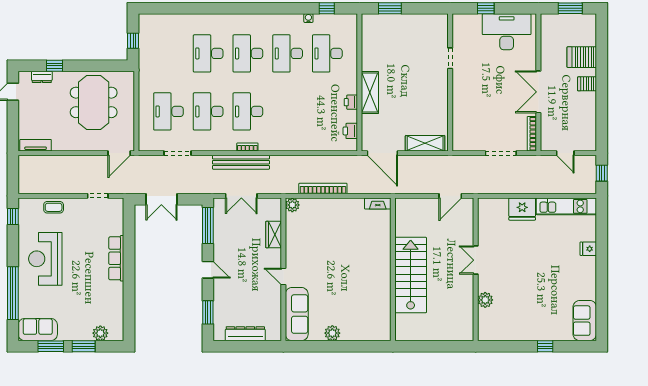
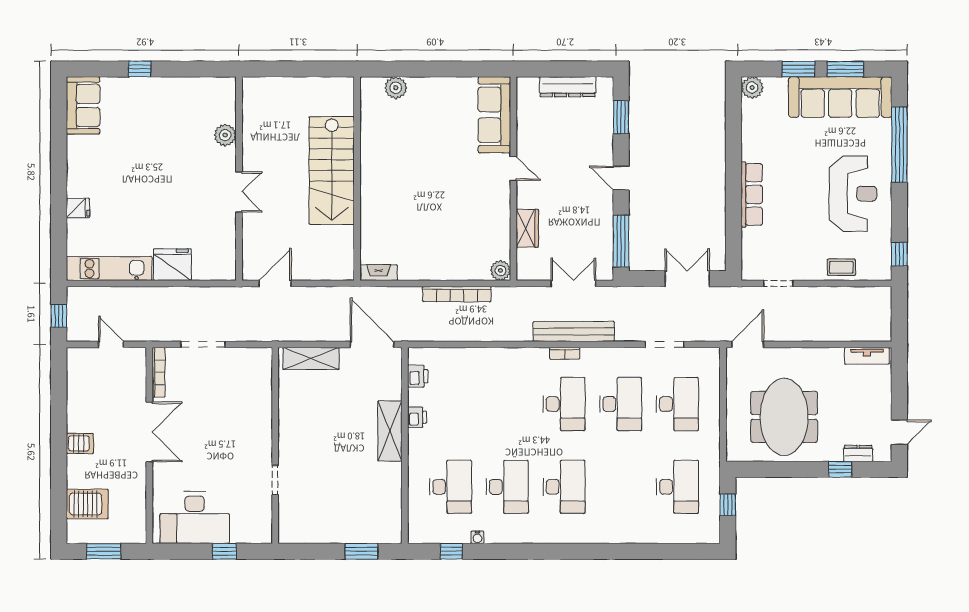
desk: (208, 53) -> (677, 487), moved
server rack: (582, 57) -> (87, 504), moved
sofa: (38, 330) -> (840, 97), width x1.85, depth x1.27
plant: (100, 333) -> (752, 88), moved
plant: (332, 333) -> (396, 88), moved

